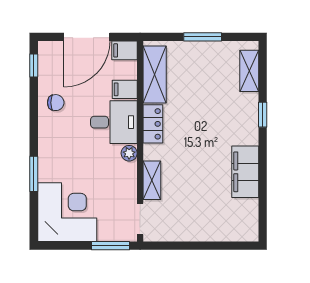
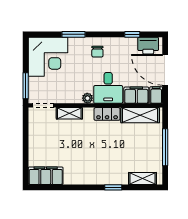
window: (203, 37) -> (165, 147), width x1.44
printer: (51, 62) -> (148, 46), added
window: (34, 66) -> (132, 34), moved
filing cabinet: (125, 89) -> (136, 95), width x2.00
chair: (56, 103) -> (97, 52), moved
filing cabinet: (245, 172) -> (46, 176), moved

